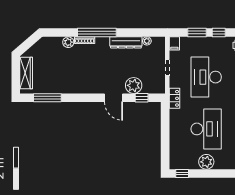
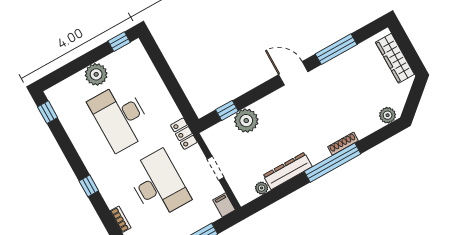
plant: (68, 42) -> (388, 115), moved
window: (47, 98) -> (336, 49), moved
door: (113, 98) -> (293, 73), moved

